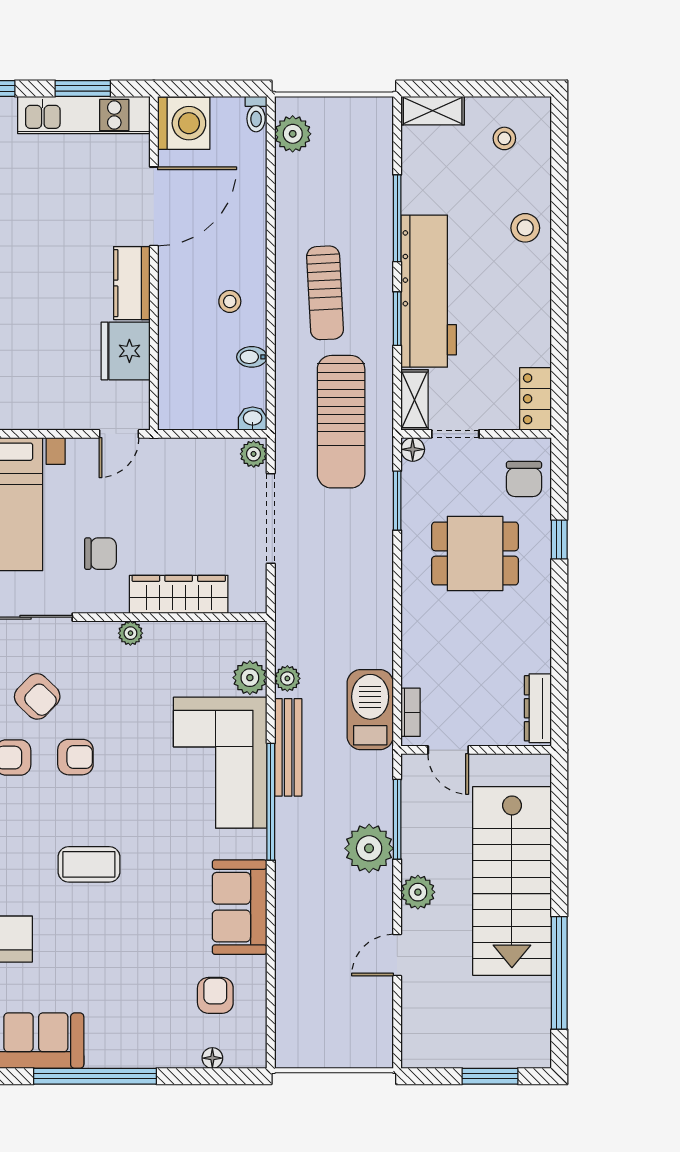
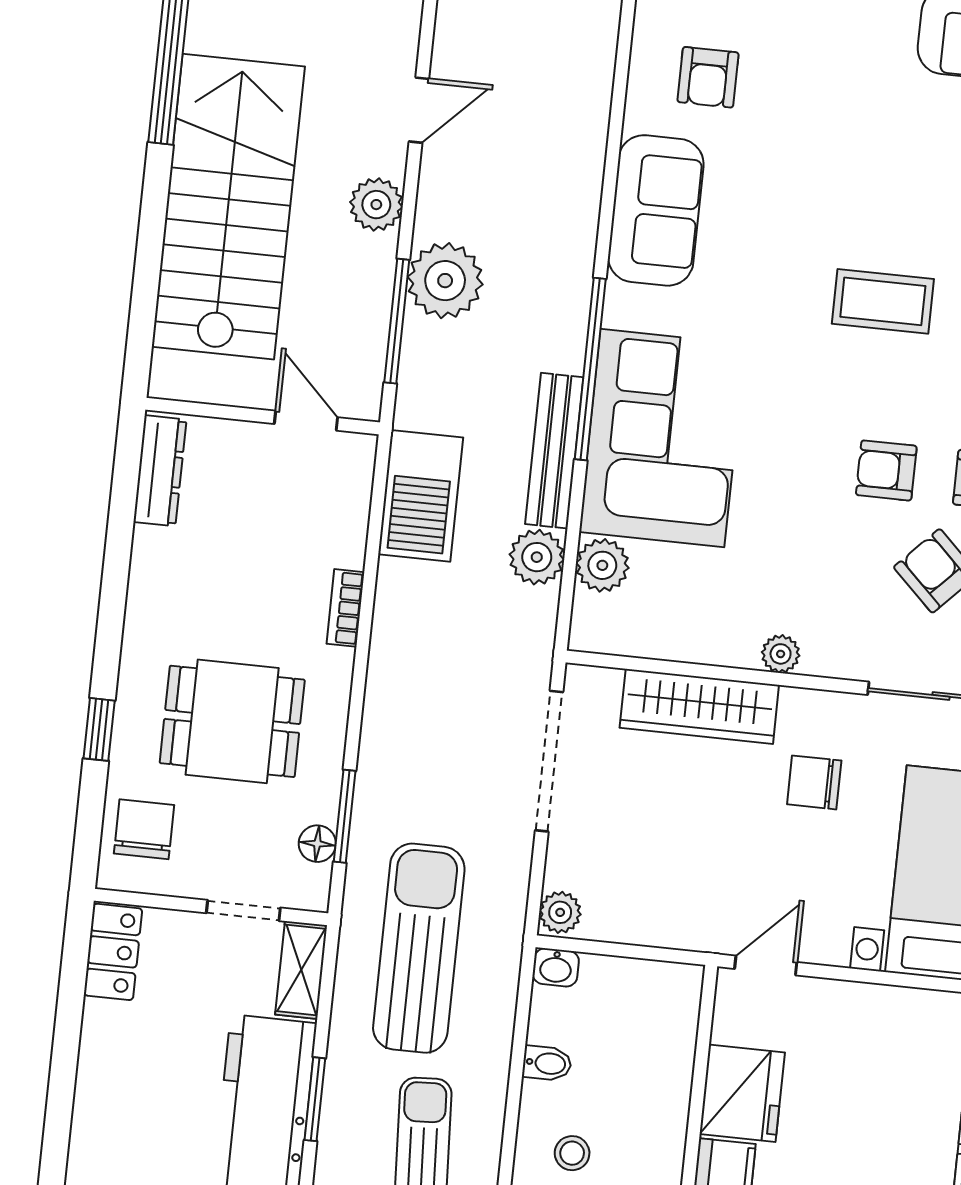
floor lamp: (413, 449) -> (317, 844), moved
doorway: (271, 518) -> (549, 761), moved
plant: (287, 678) -> (537, 557), width x1.38, depth x1.38
bookcase: (411, 712) -> (345, 608), moved

